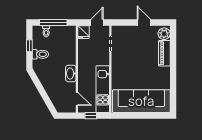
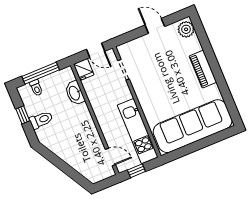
door: (97, 23) -> (96, 50), swing flipped
piano: (164, 53) -> (203, 69), moved
washbasin: (71, 74) -> (75, 93), moved

